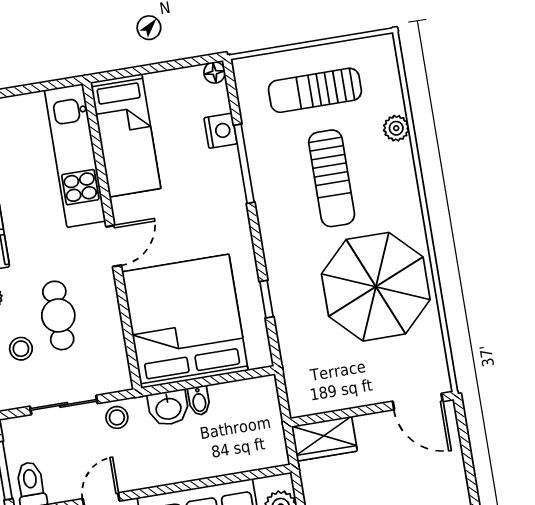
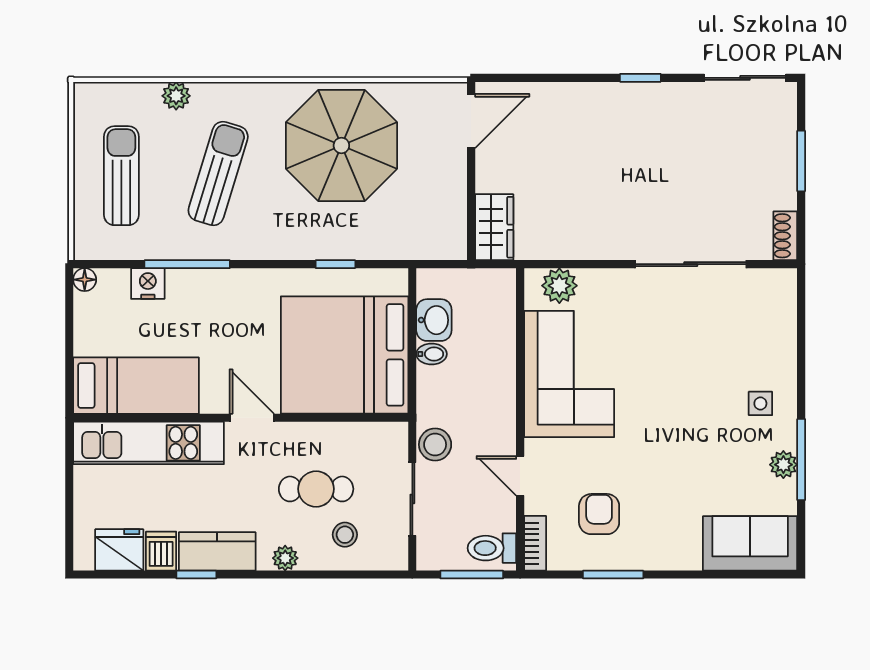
sun lounger: (315, 90) -> (121, 176), turned 180
sun lounger: (332, 178) -> (218, 174), turned -73
washbasin: (168, 408) -> (434, 320), moved
stool: (117, 417) -> (435, 445), width x1.37, depth x1.37

